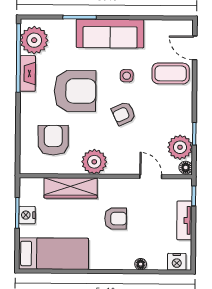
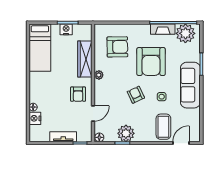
plant: (180, 147) -> (126, 133), moved
plant: (94, 162) -> (99, 75), width x0.53, depth x0.53
armchair: (116, 219) -> (78, 94), moved
nightstand: (177, 262) -> (35, 118), moved

